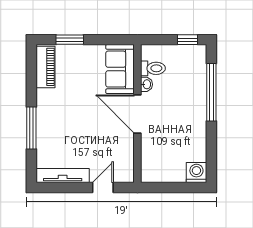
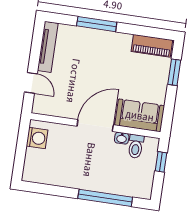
window: (187, 40) -> (161, 162), moved
washing machine: (196, 173) -> (37, 138), moved

